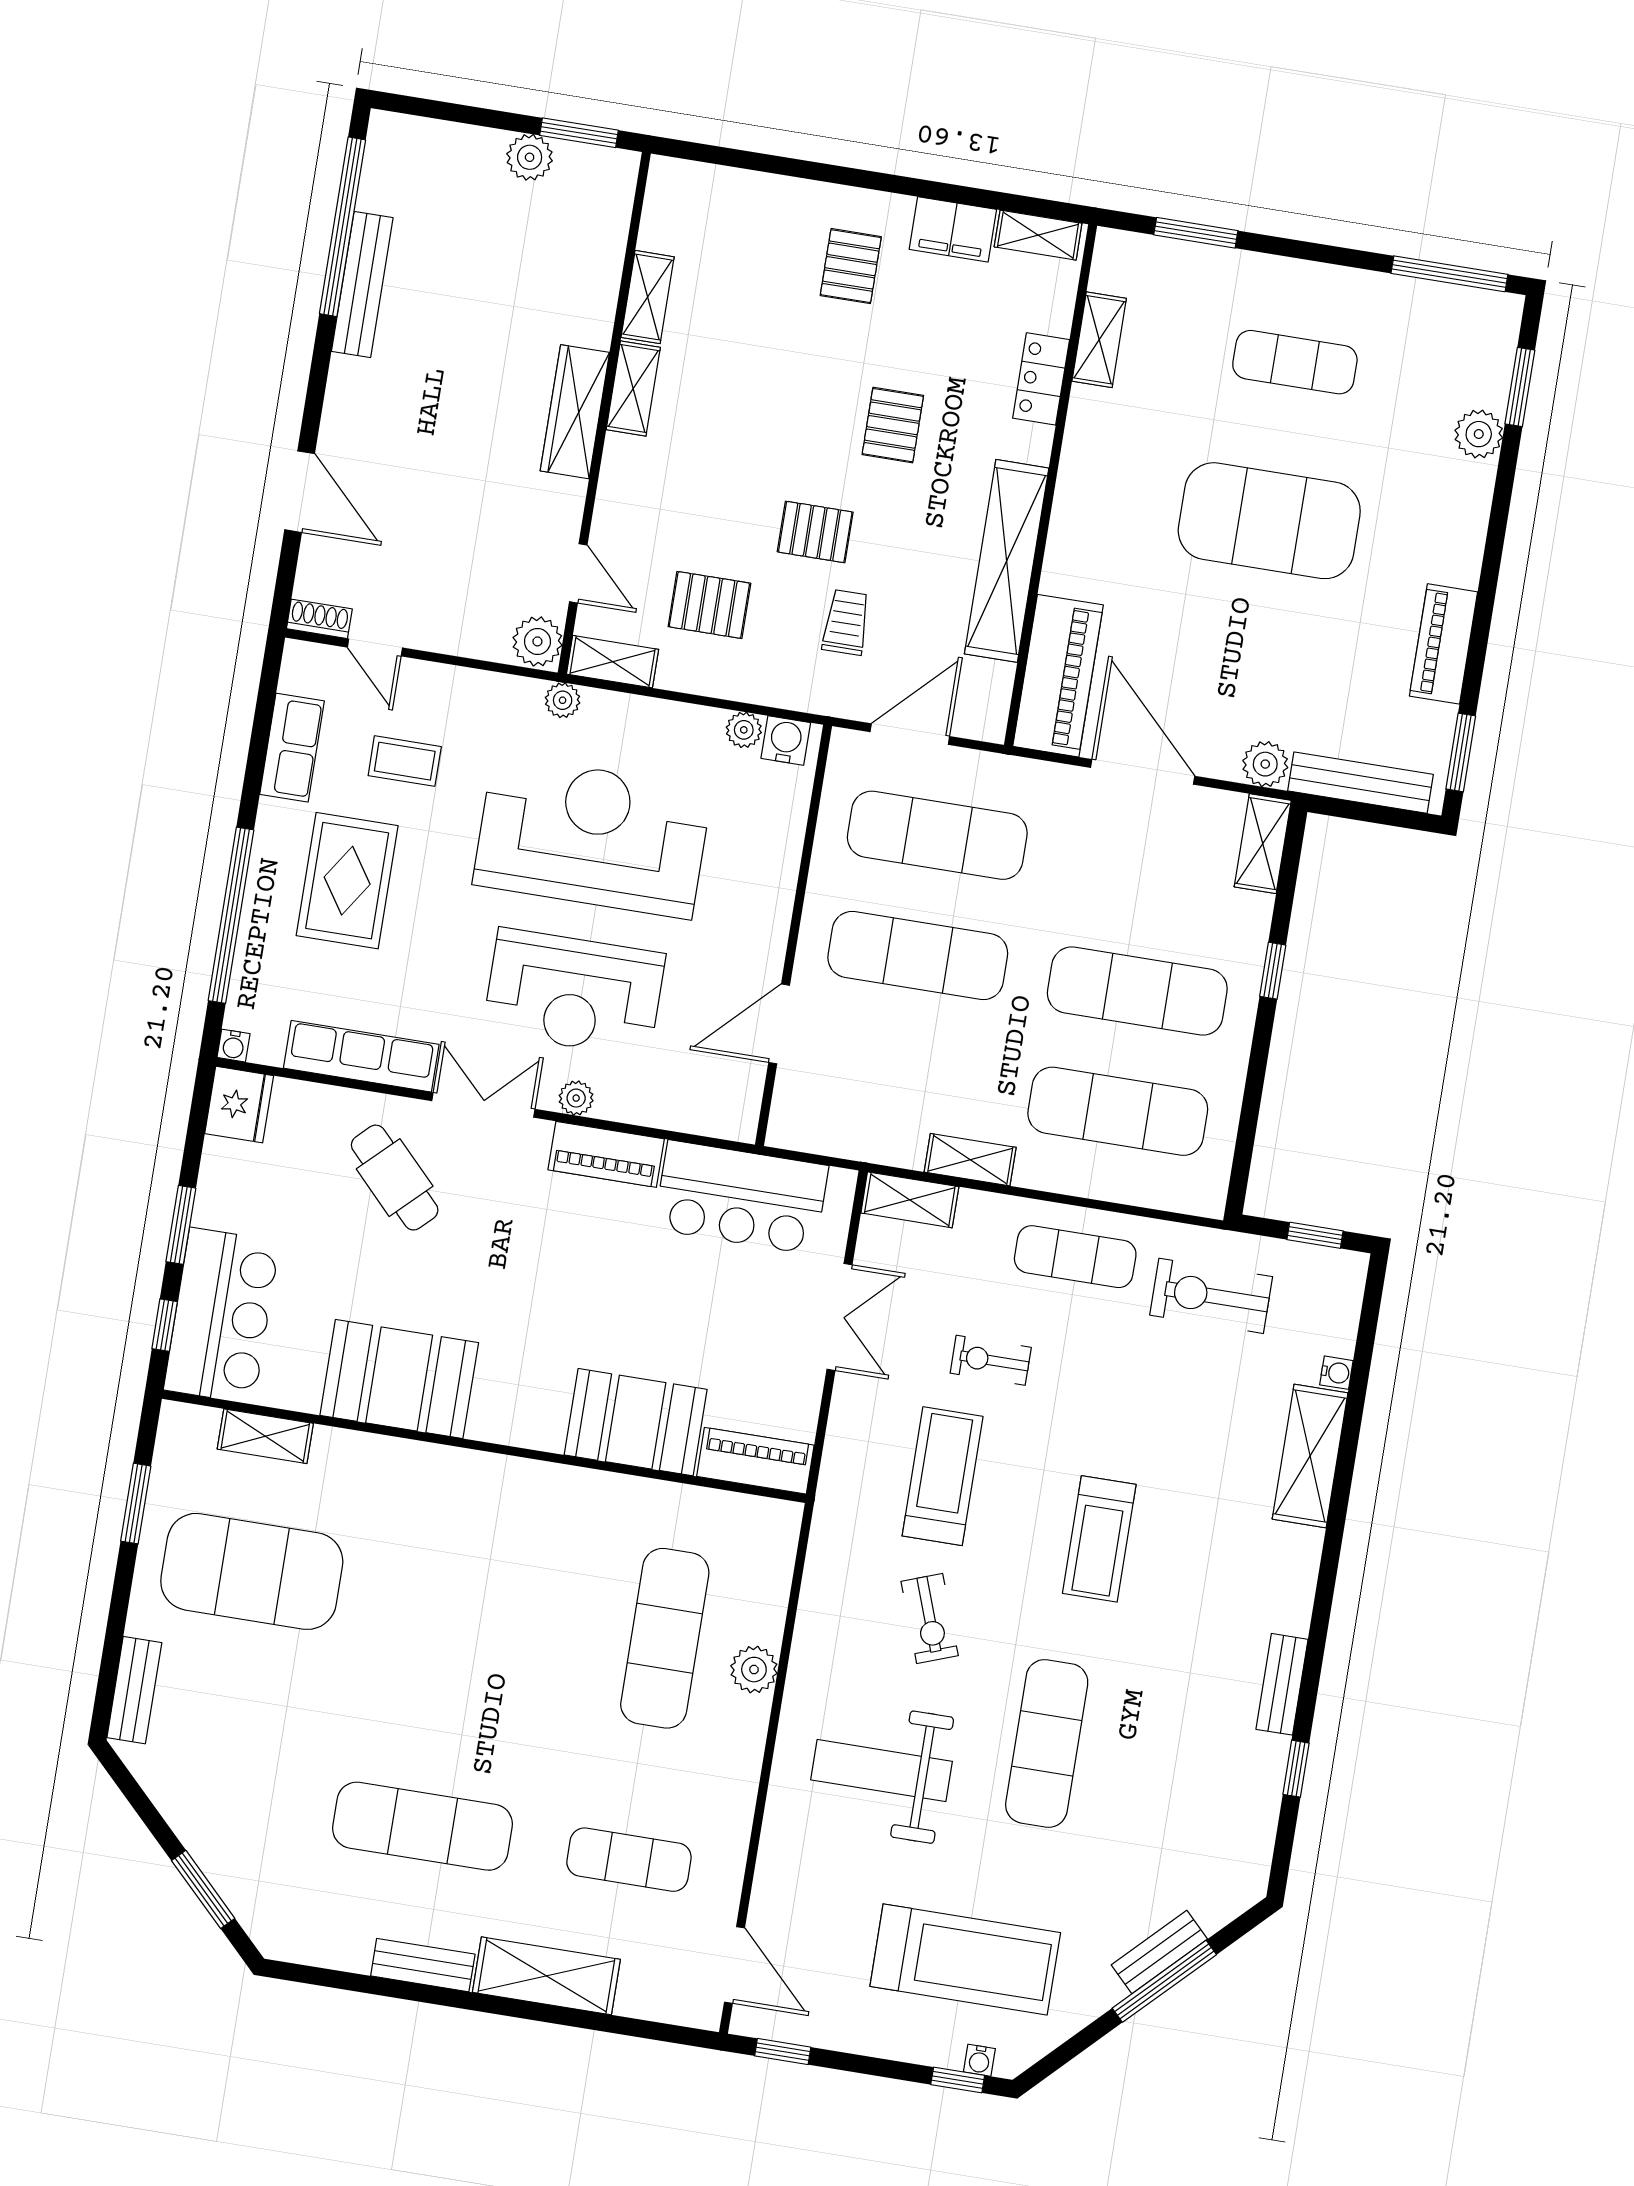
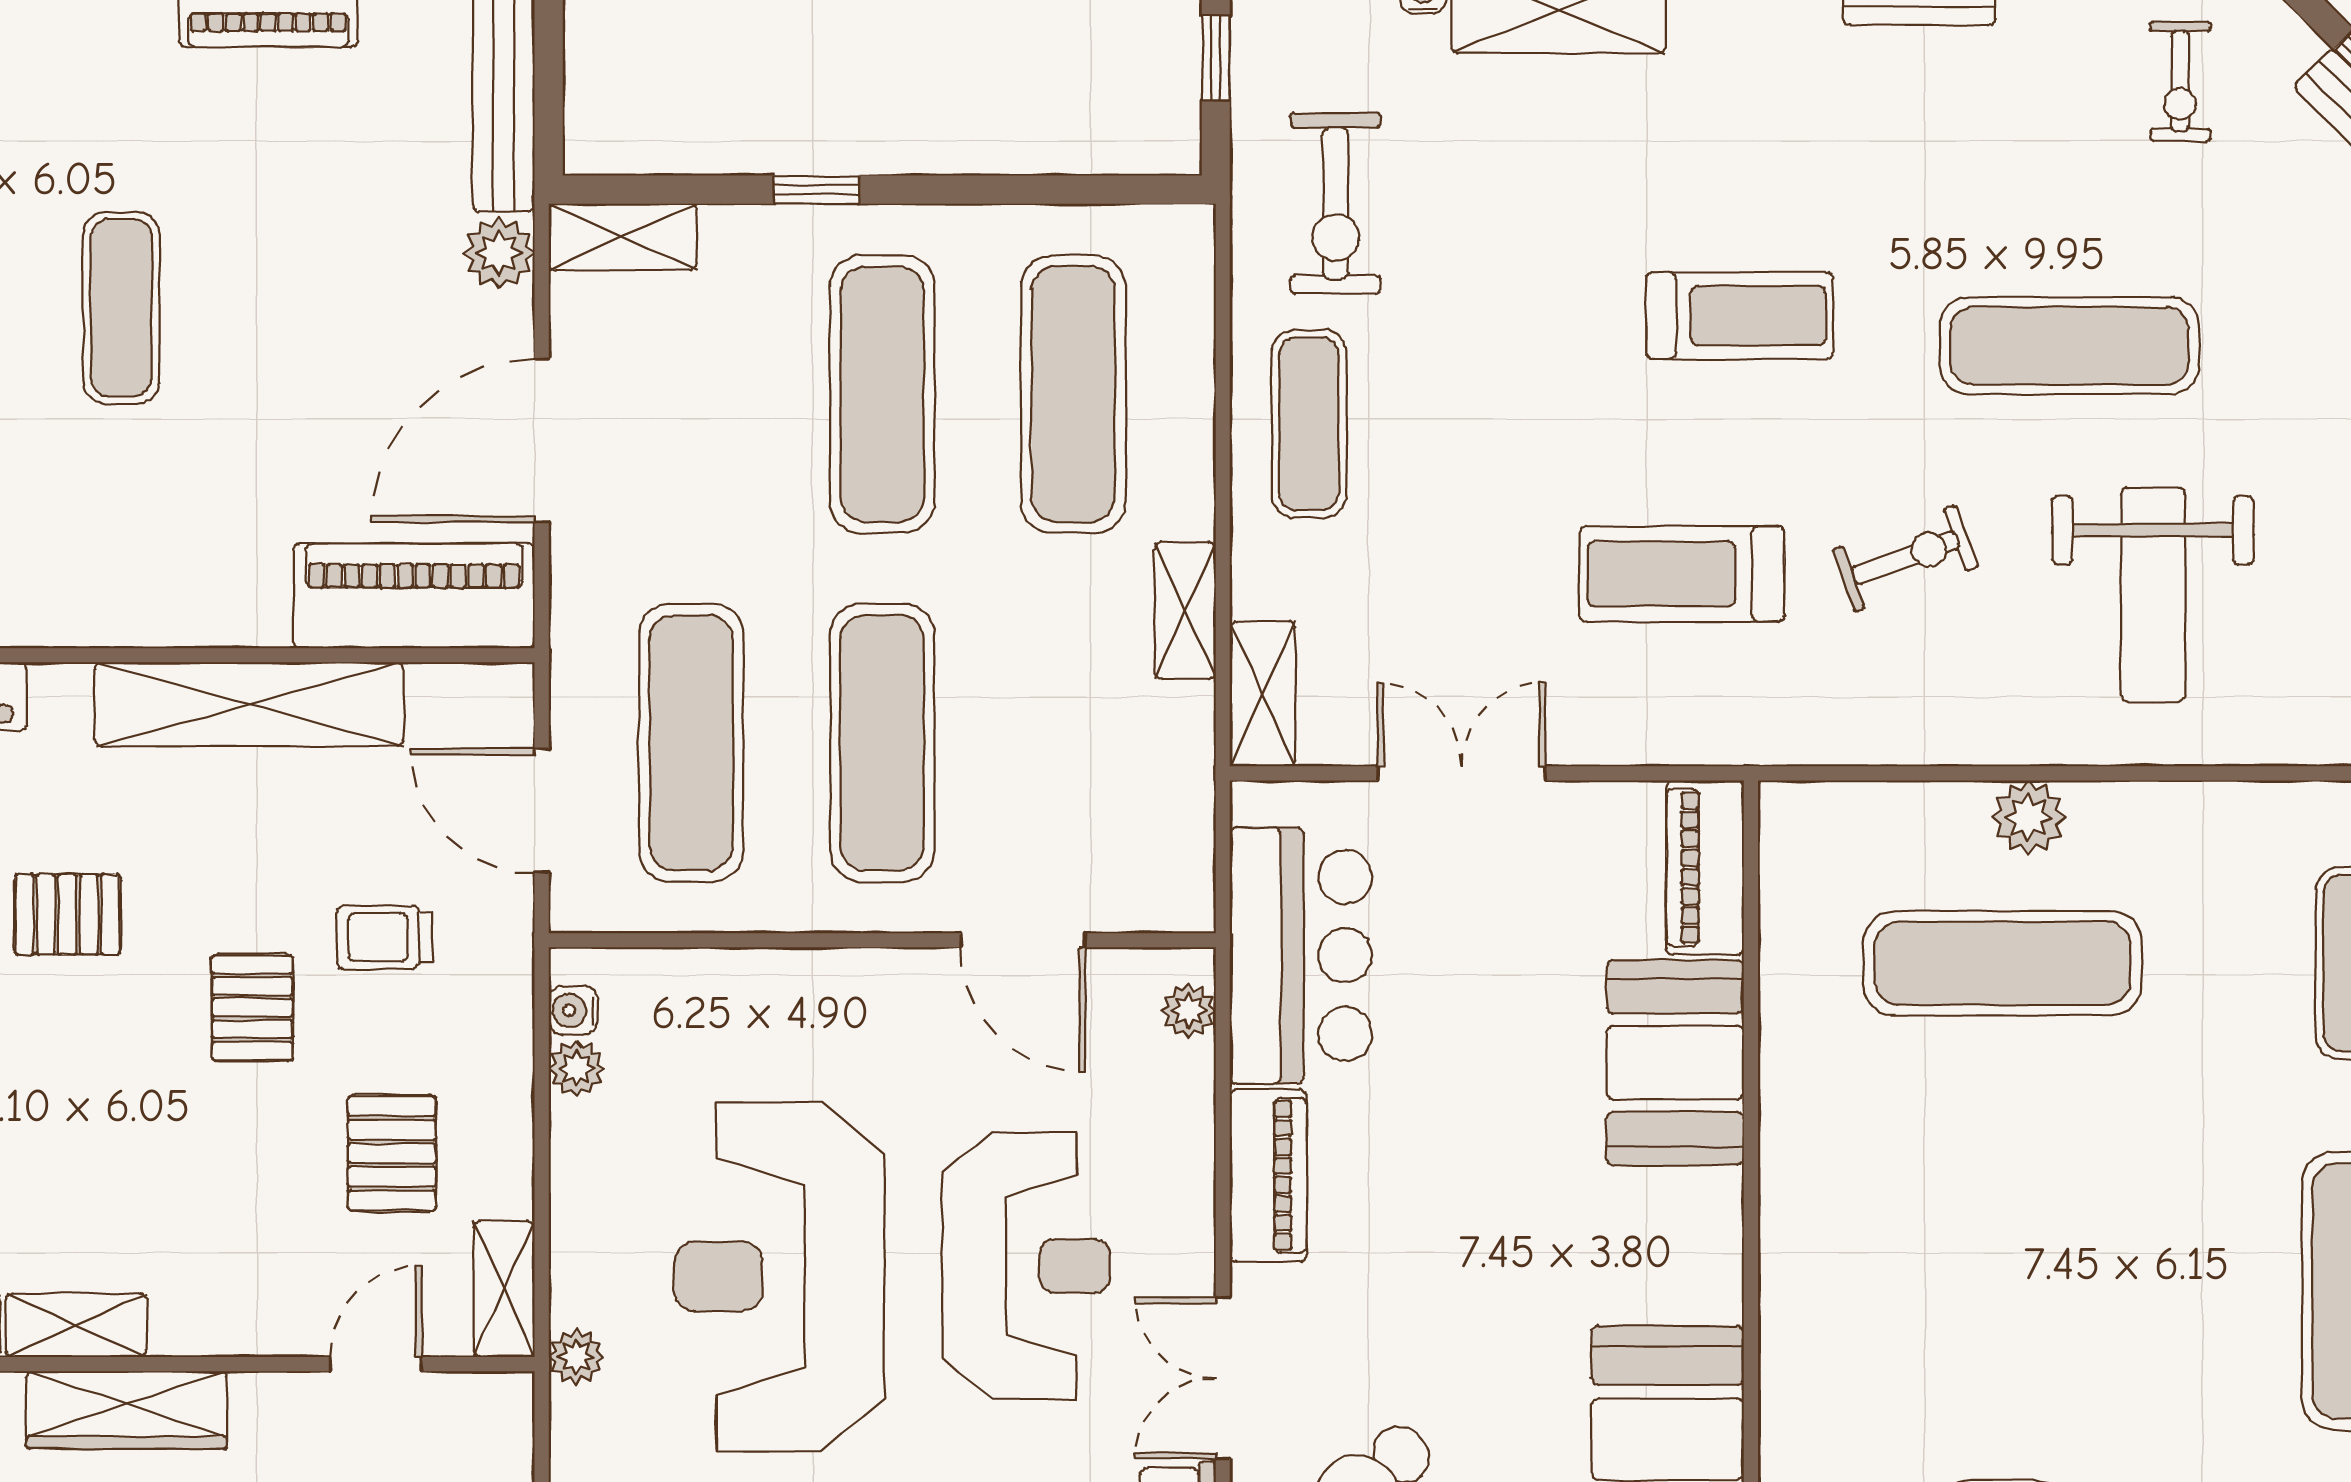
exercise mat: (1269, 521) -> (121, 308), width x0.50, depth x0.69
plant: (537, 641) -> (492, 1410), removed
water cooler: (786, 740) -> (573, 1011), width x0.72, depth x0.72
plant: (576, 1098) -> (1189, 1011), moved
exercise bike: (991, 1360) -> (2180, 81), moved

